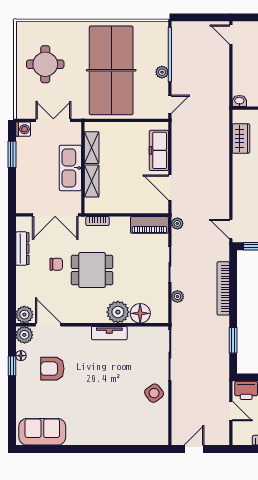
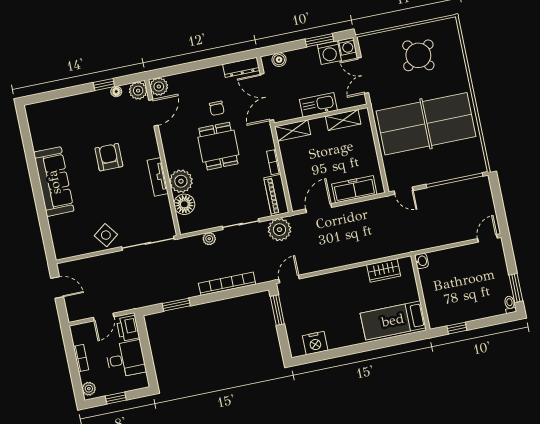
round table: (45, 64) -> (418, 55), turned -36
plant: (162, 72) -> (435, 176), removed
double door: (53, 120) -> (363, 75), swing flipped
washing machine: (26, 148) -> (329, 53), added
kitchen sink: (70, 168) -> (318, 105), width x0.73, depth x0.81
shelving: (92, 181) -> (293, 130), moved
boiler: (22, 196) -> (279, 60), added
bookcase: (98, 221) -> (274, 162), moved
plant: (177, 223) -> (279, 230), width x1.88, depth x1.88
dresser: (22, 249) -> (241, 67), moved
armchair: (52, 369) -> (109, 157), moved
sofa: (42, 432) -> (54, 182), moved, width x1.36

